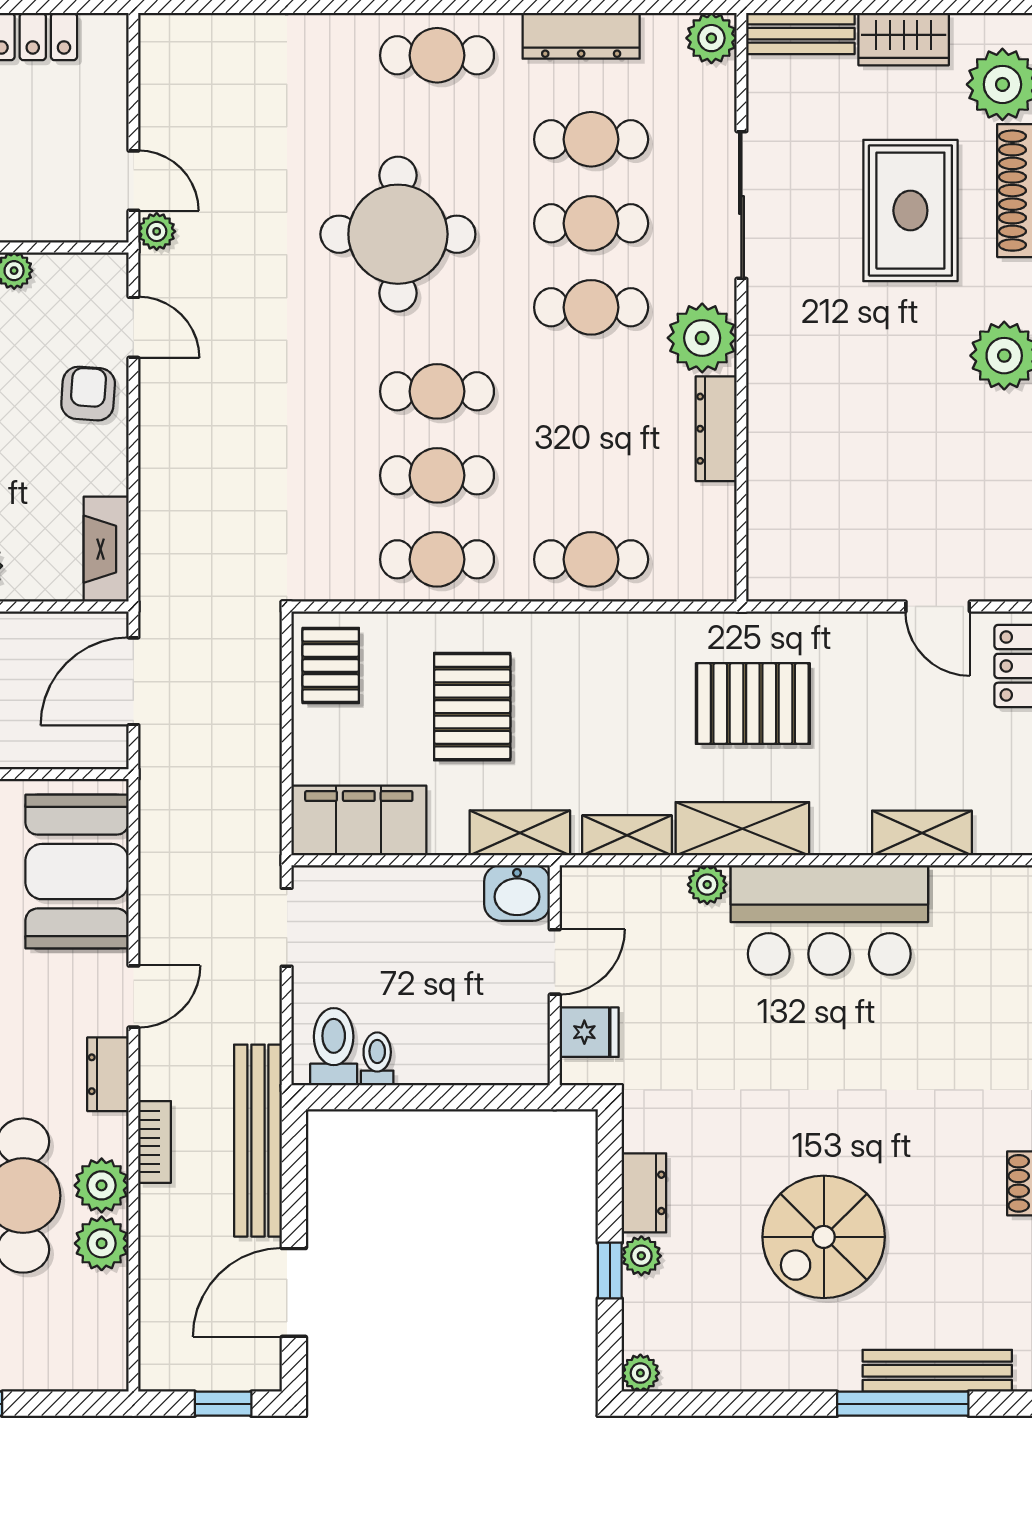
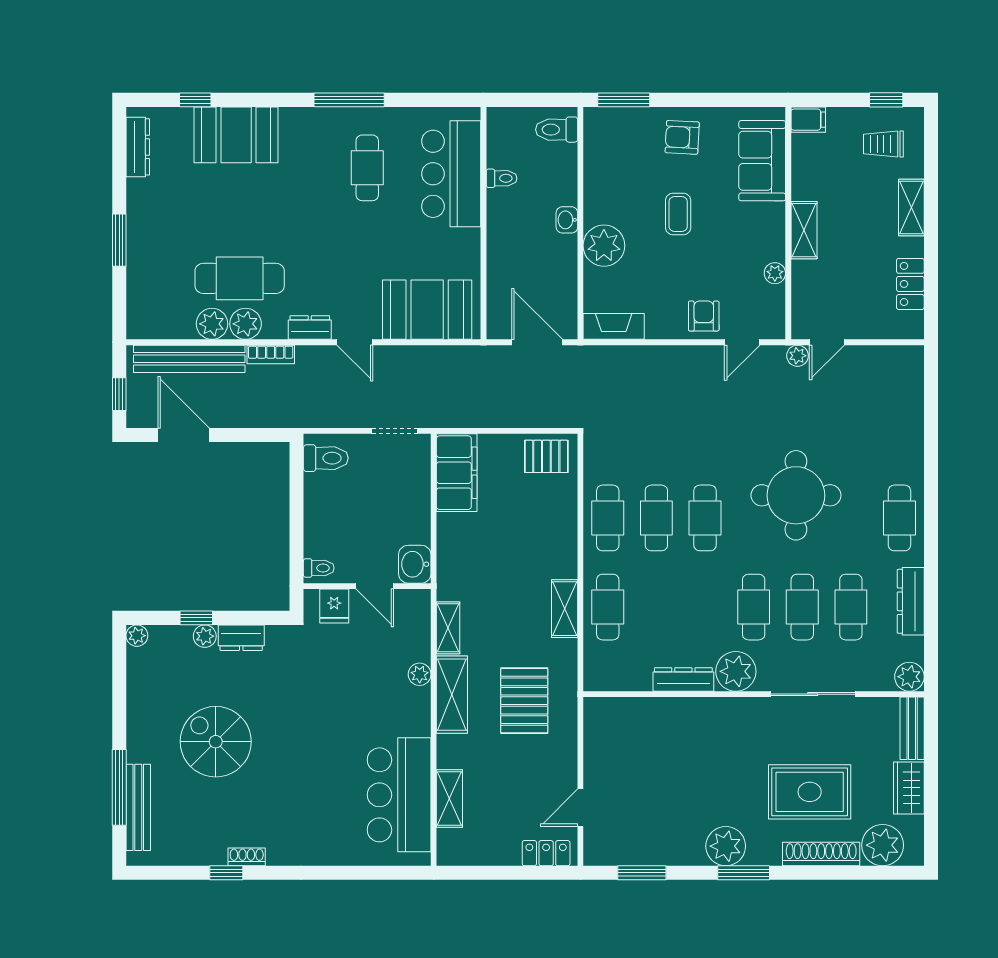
armchair: (88, 394) -> (704, 316), turned -94
pallet: (472, 707) -> (523, 538), removed
shelving: (520, 833) -> (565, 609), moved
bar counter: (829, 920) -> (399, 795), moved
toilet: (377, 1059) -> (319, 568), moved
bench: (258, 1141) -> (189, 359), moved

